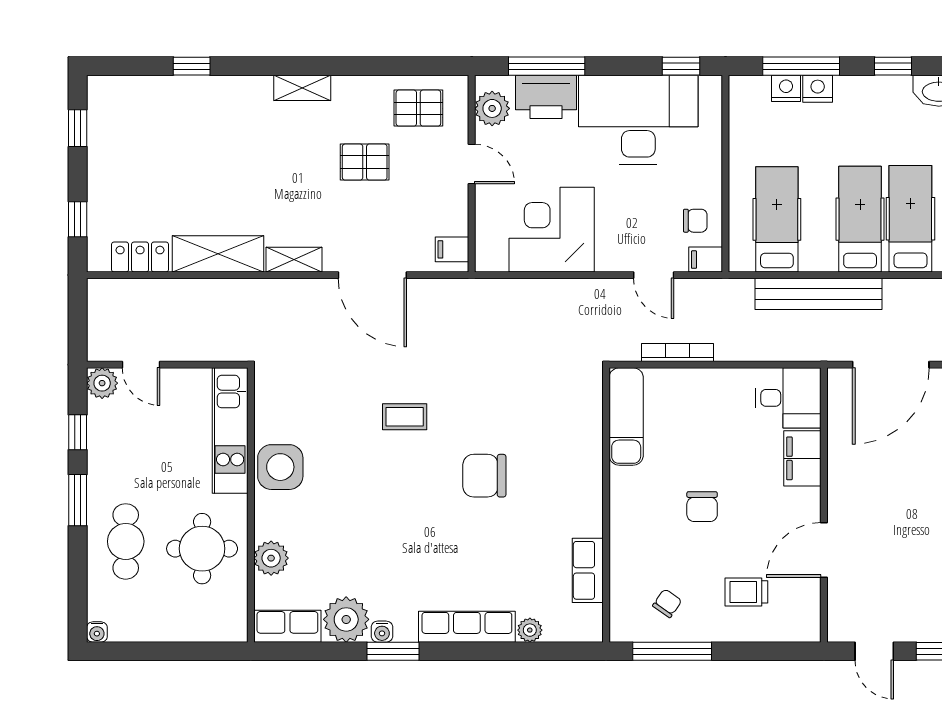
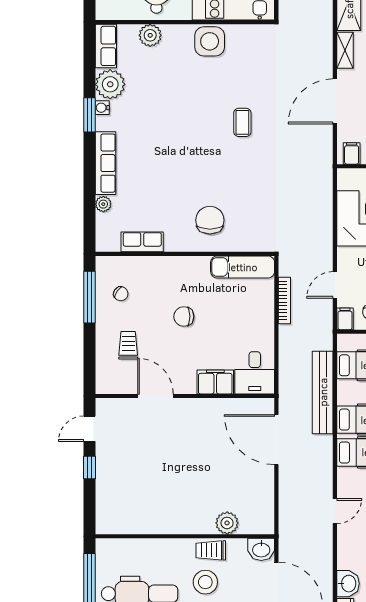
chair: (484, 476) -> (210, 220), moved

